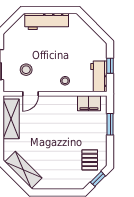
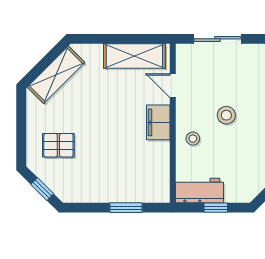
stool: (26, 70) -> (226, 115), moved
filing cabinet: (89, 103) -> (158, 122), moved
pallet: (90, 160) -> (58, 145), moved

